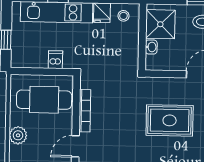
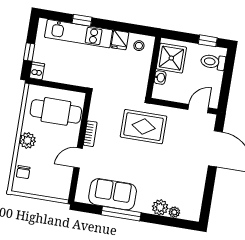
dishwasher: (55, 60) -> (37, 71), moved
bookcase: (85, 111) -> (90, 134), width x0.64
rug: (170, 120) -> (144, 127), moved

